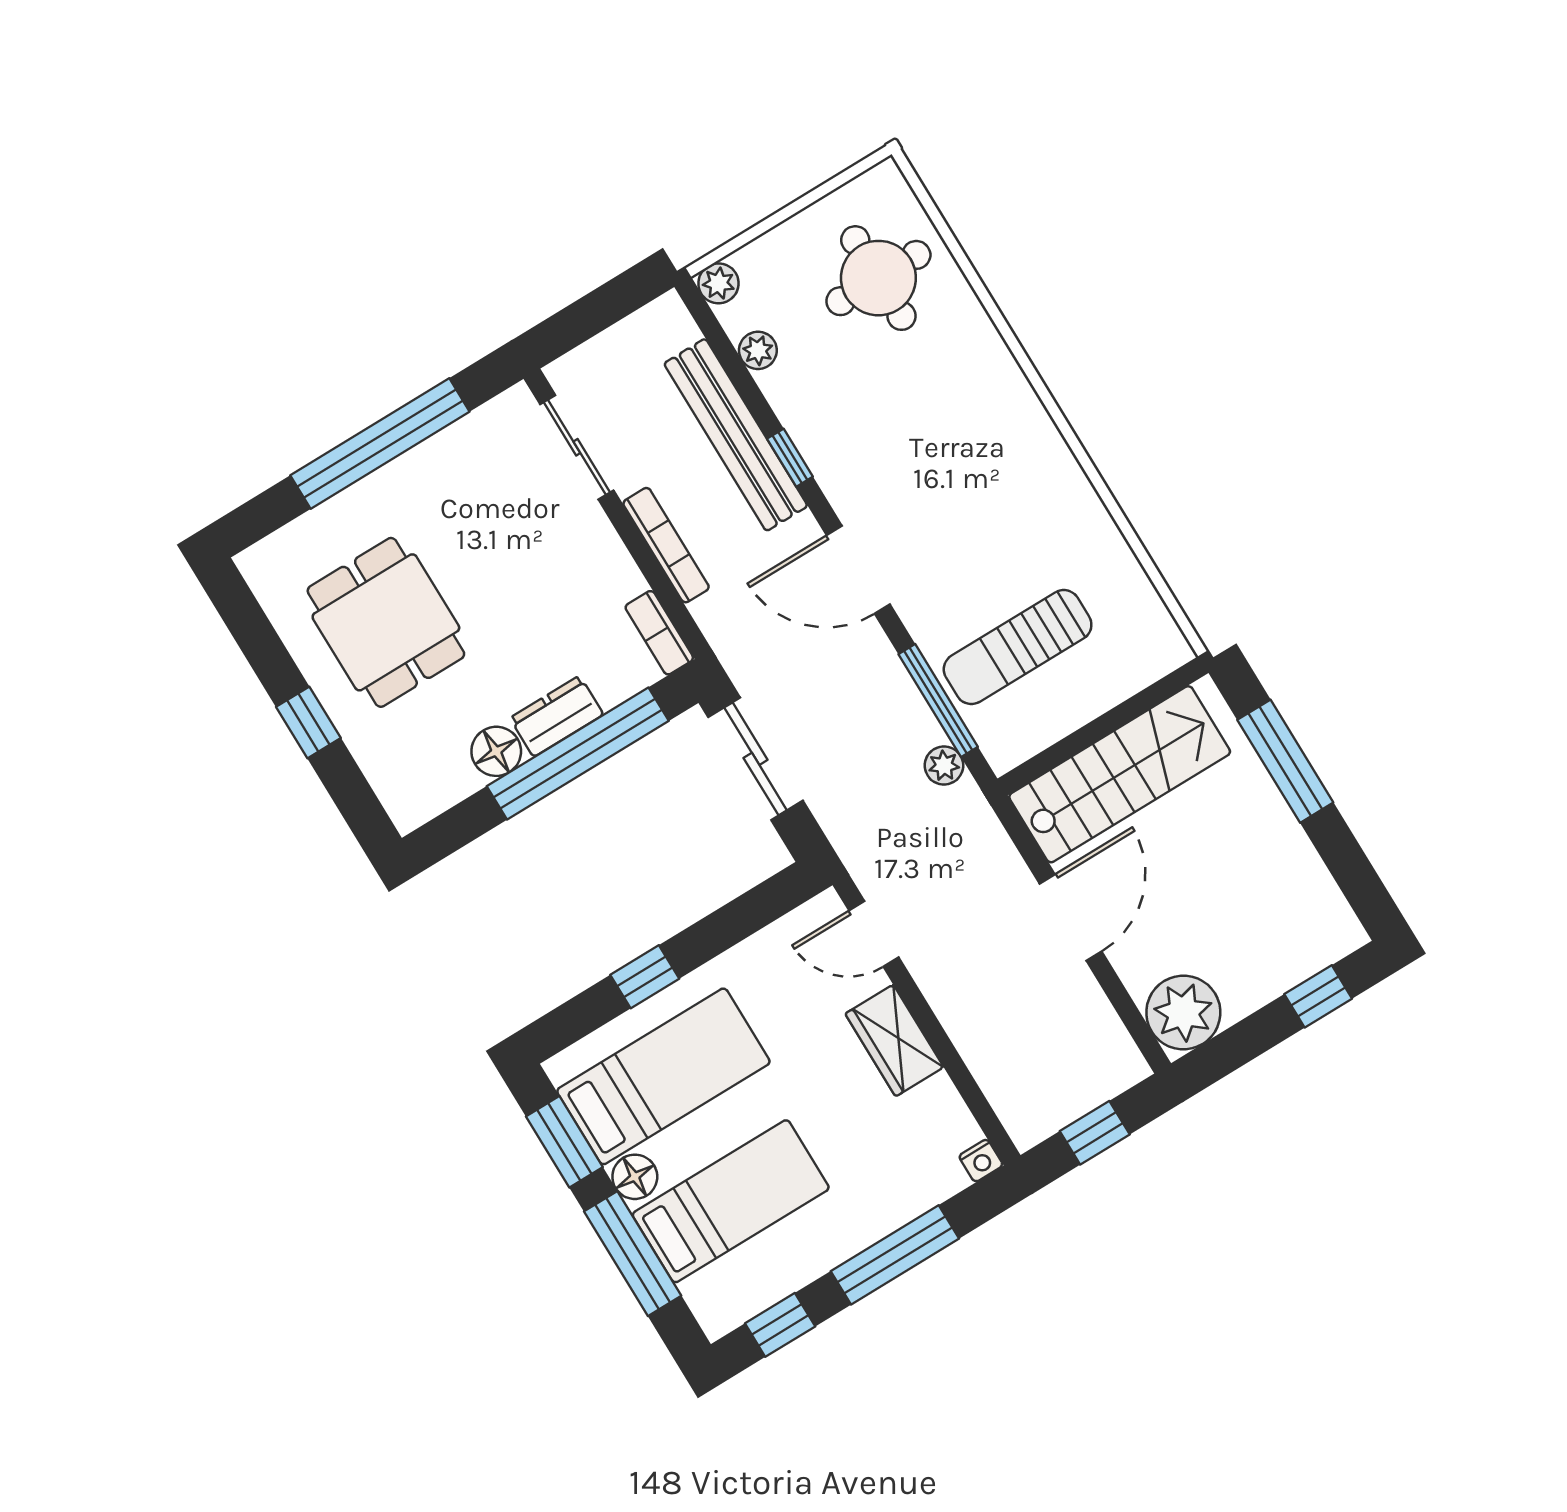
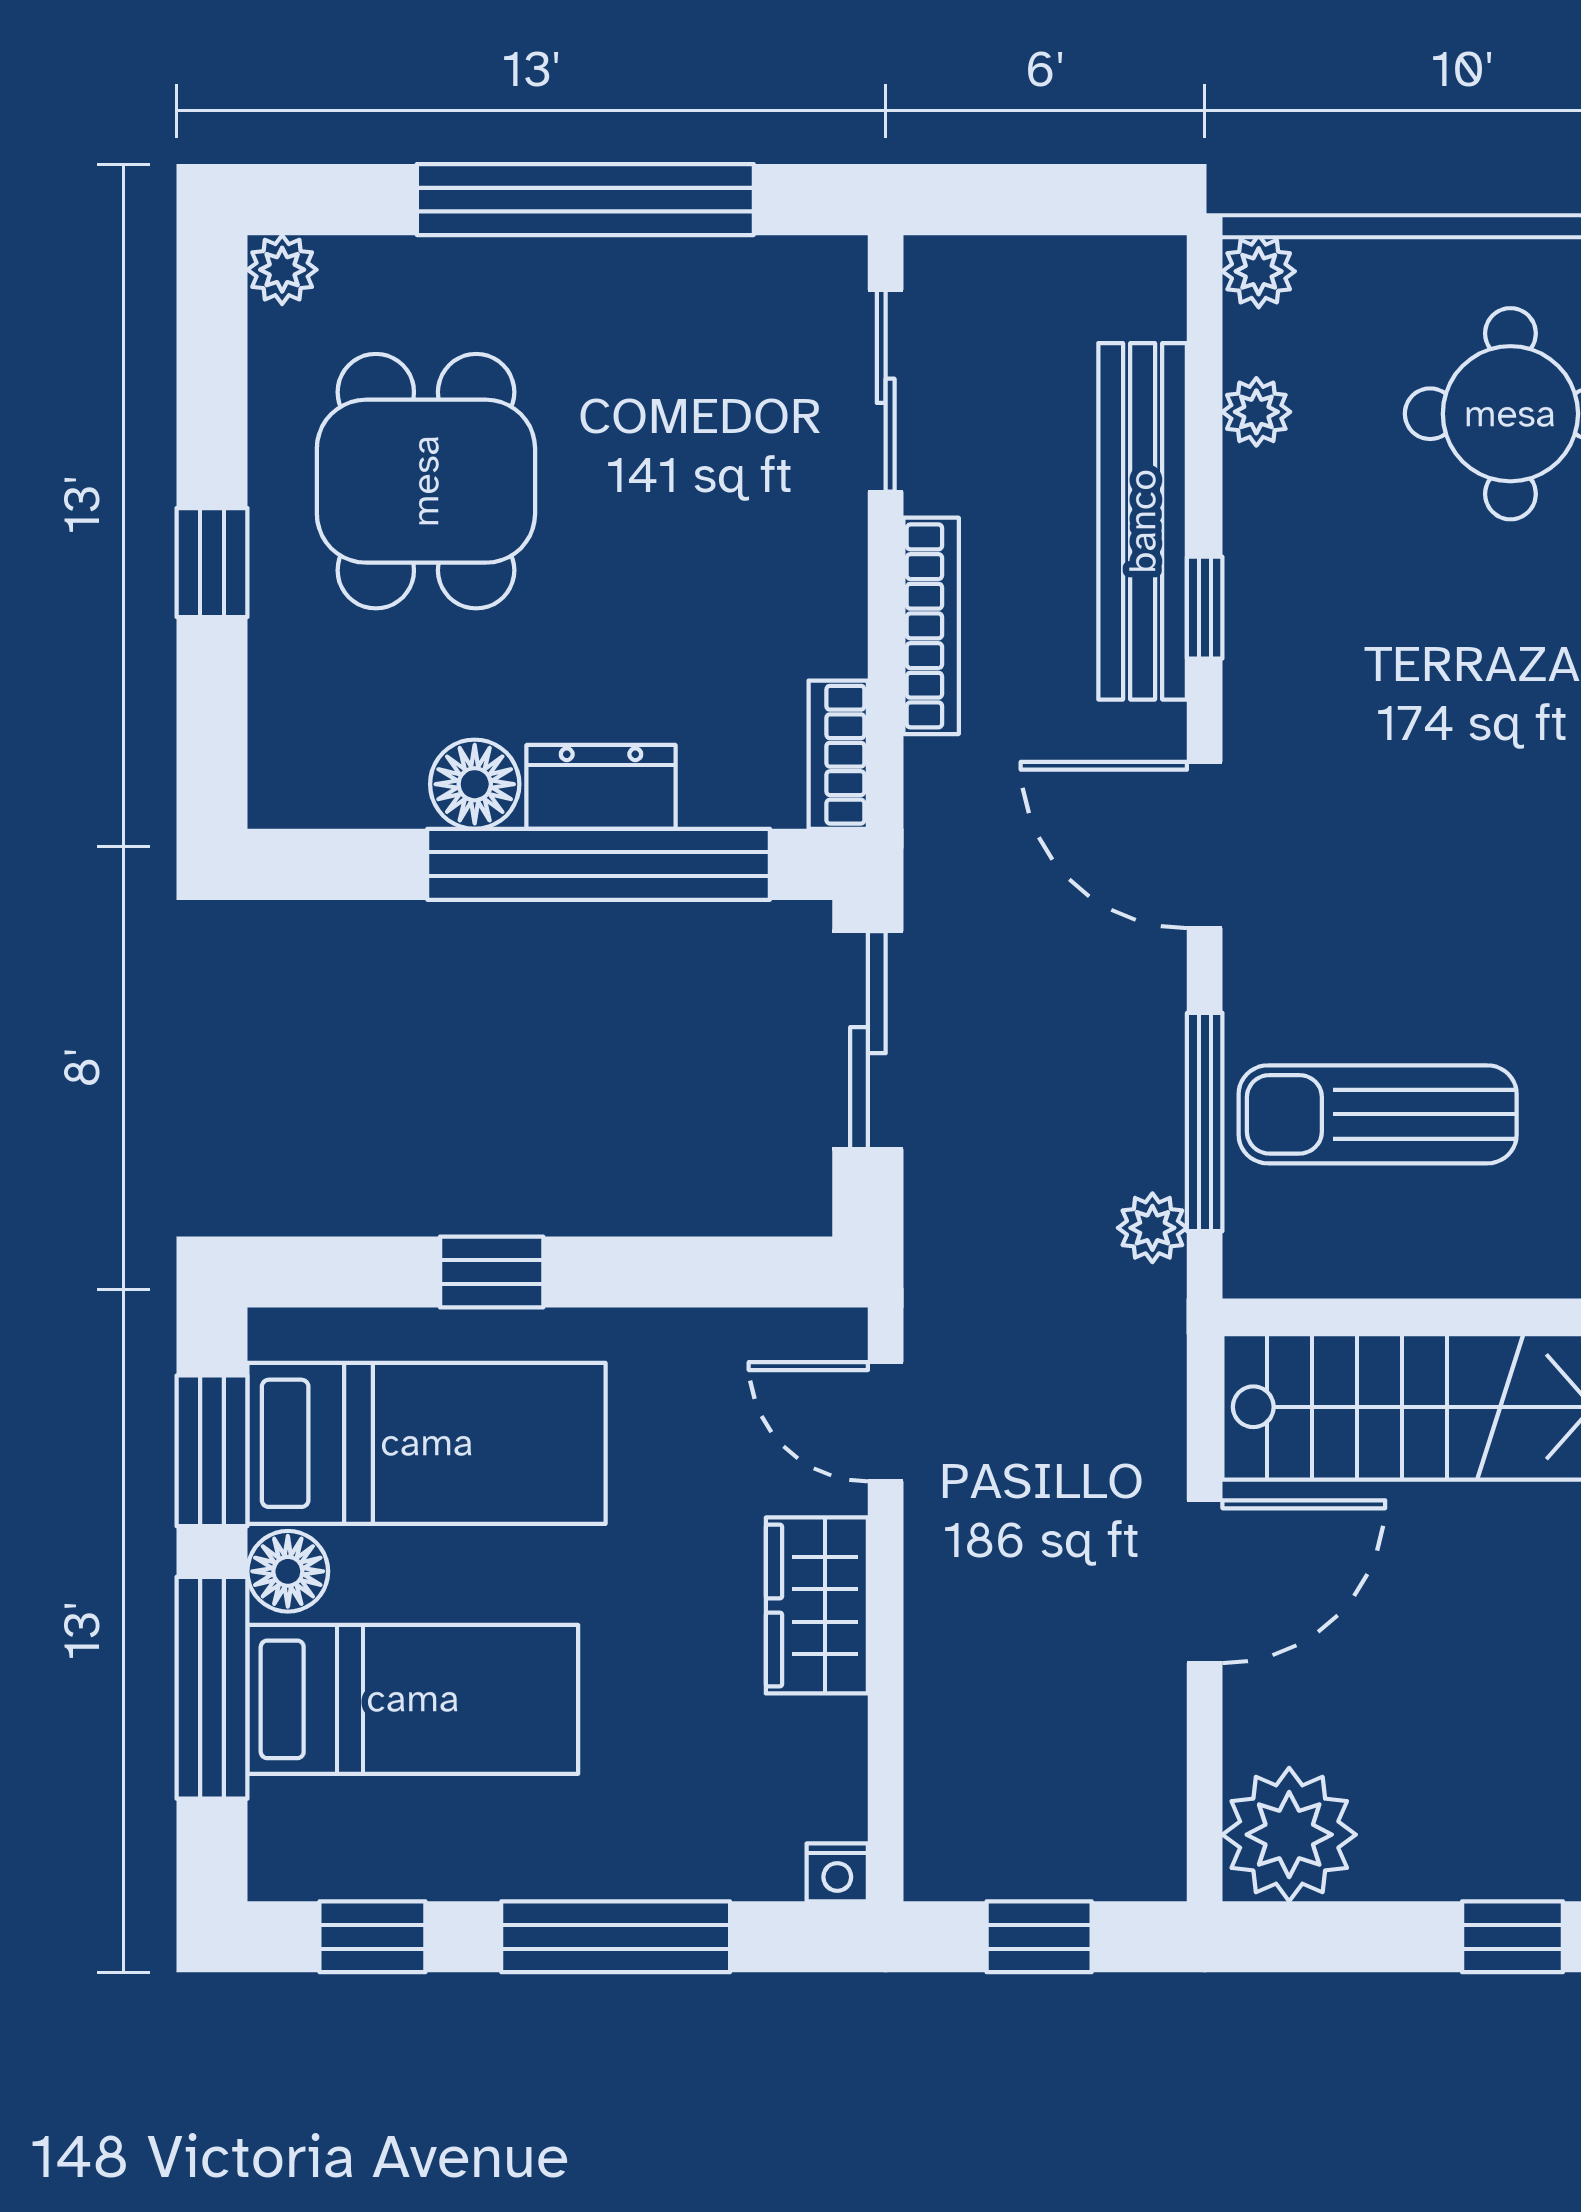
plant: (257, 564) -> (282, 270), added

